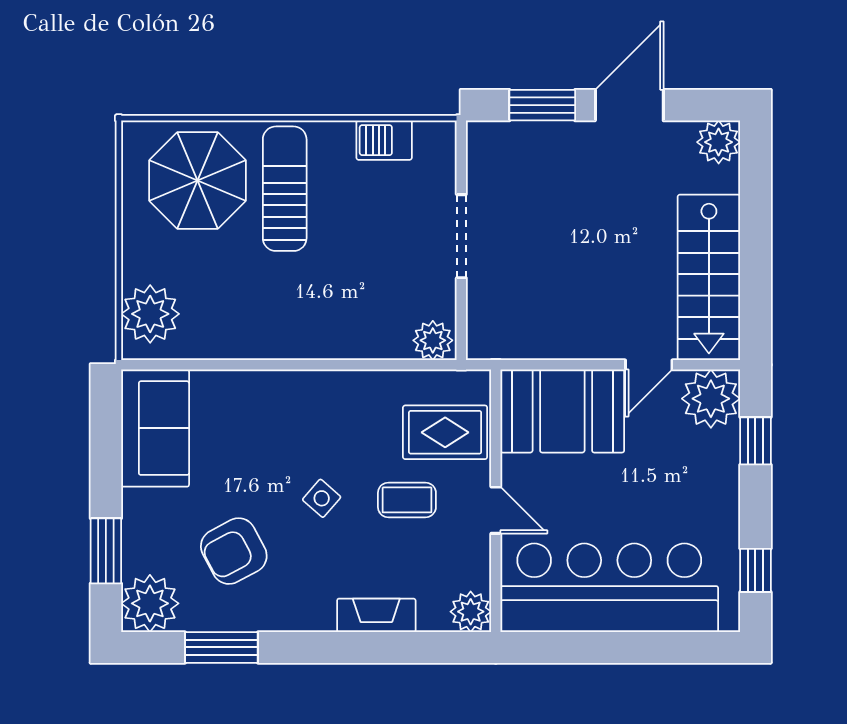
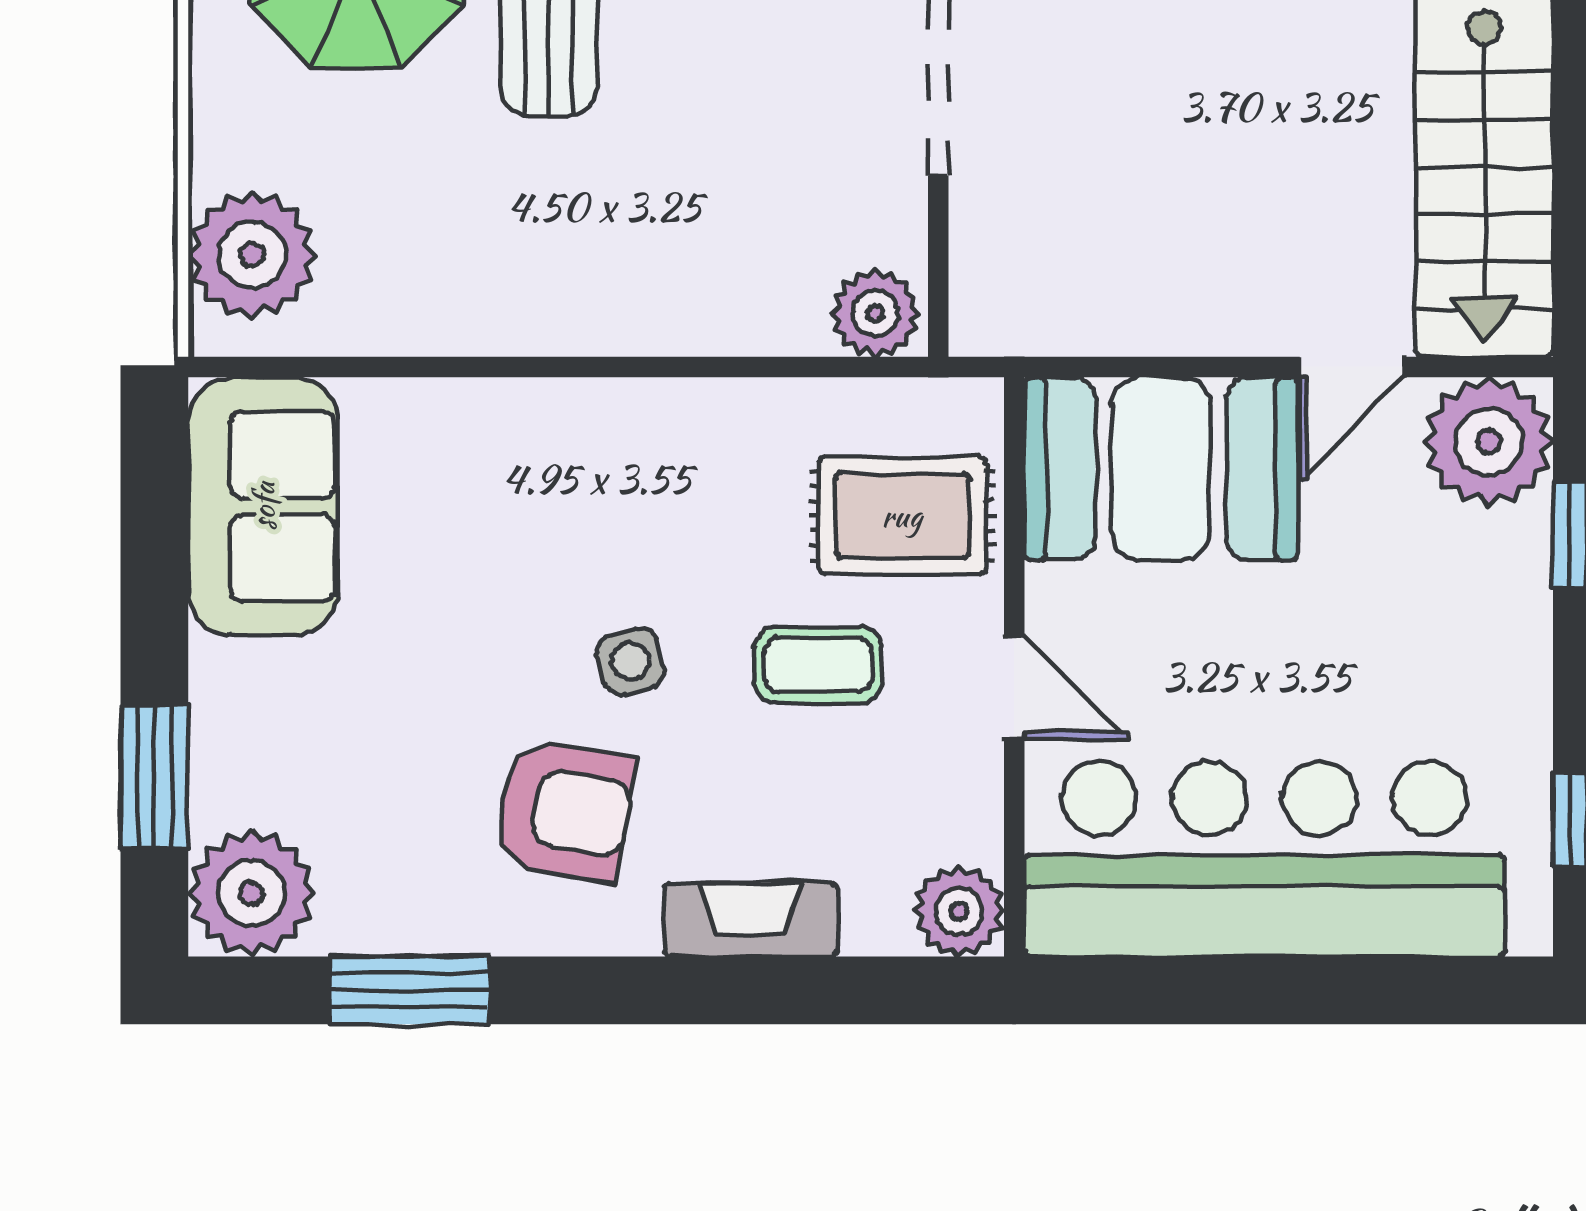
side table: (322, 498) -> (630, 661), turned 33
armchair: (234, 551) -> (564, 810), moved, turned -142

